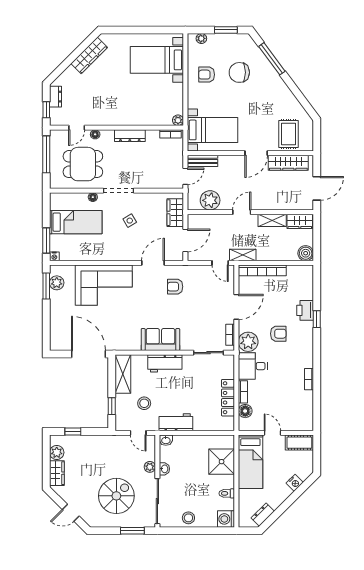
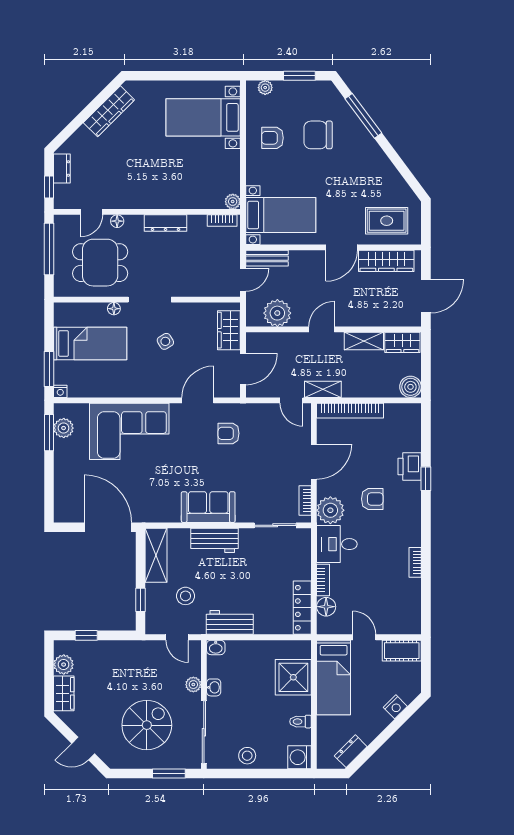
rug: (289, 134) -> (387, 221), turned 90
locker: (228, 398) -> (302, 608), moved

